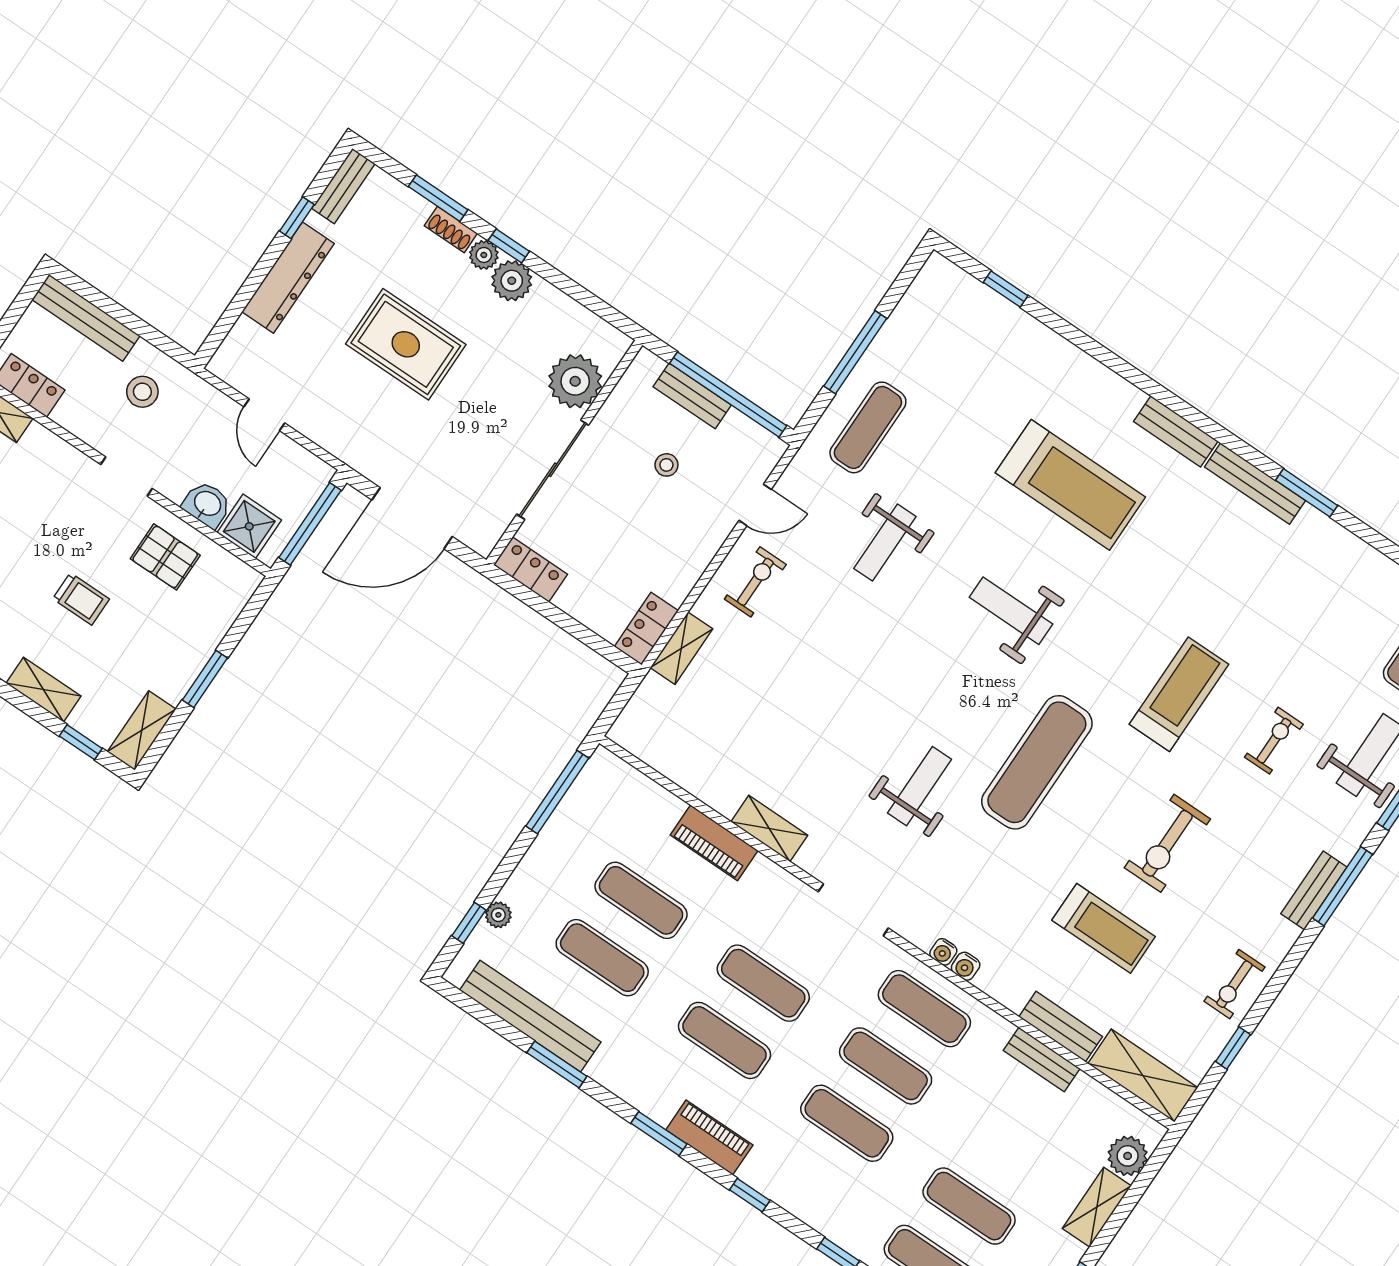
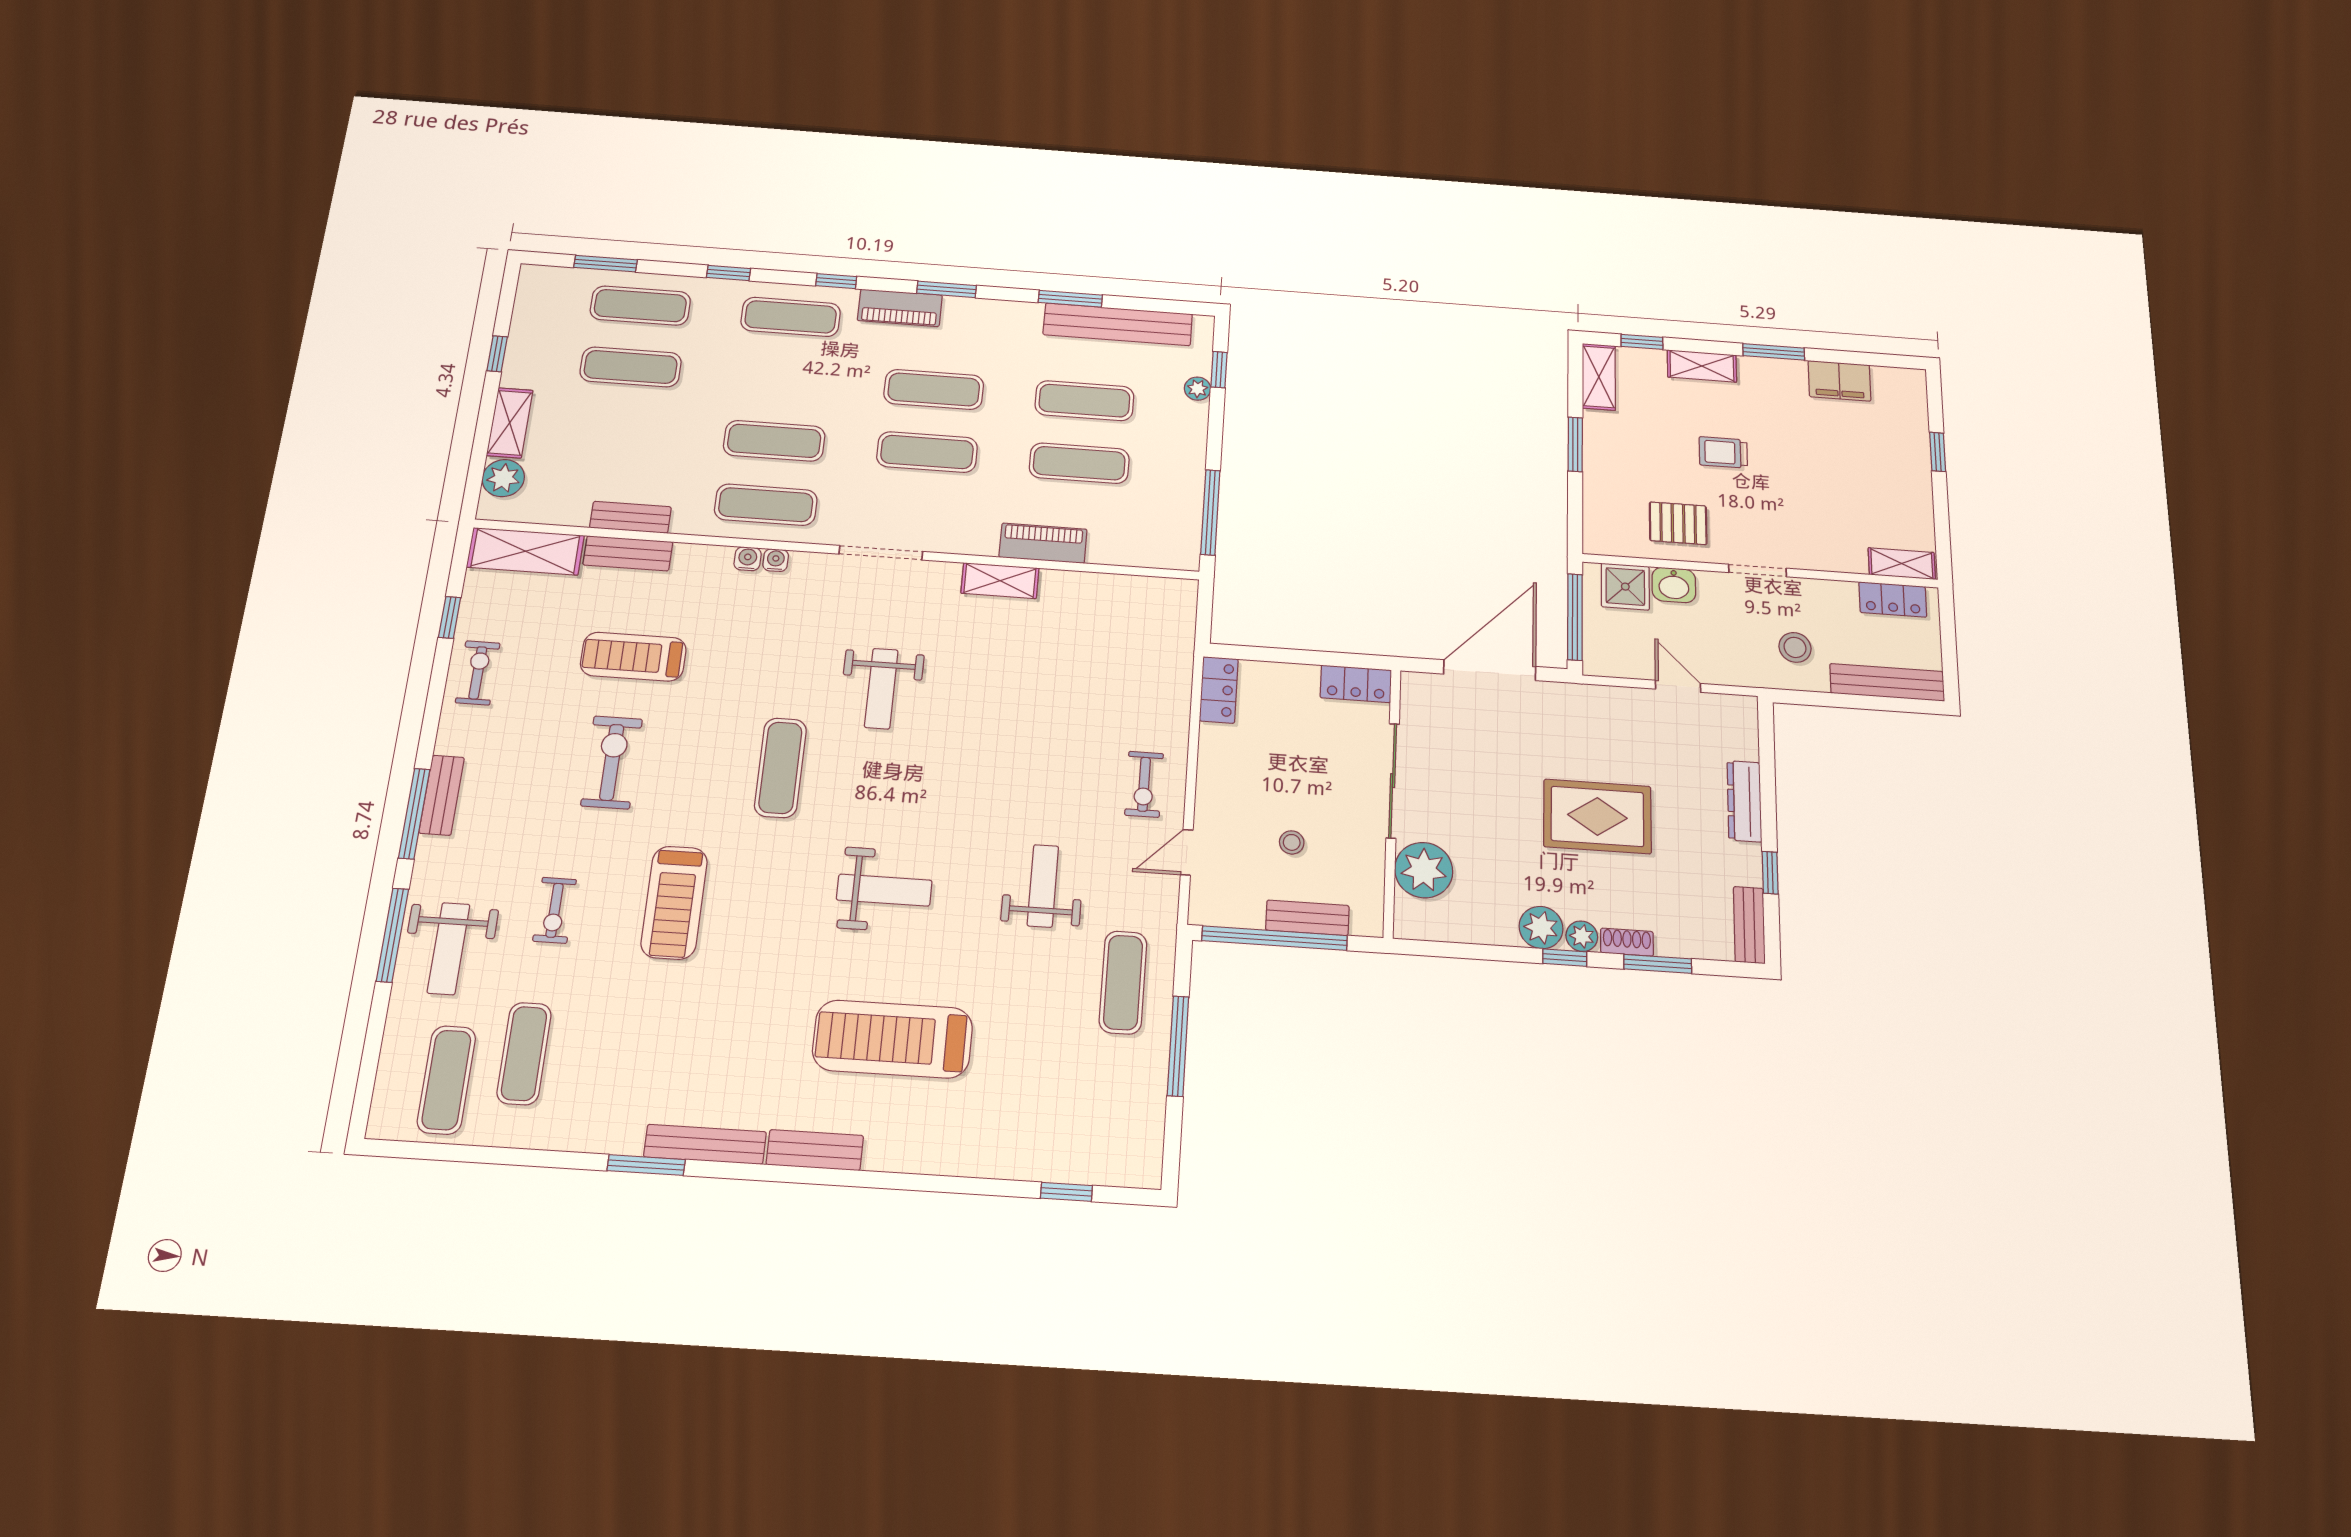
dresser: (288, 278) -> (1744, 801), width x0.73, depth x0.80
exercise mat: (1354, 635) -> (524, 1053), added
shelving: (681, 648) -> (1176, 690), removed
exercise mat: (1037, 762) -> (780, 768), width x0.73, depth x0.69
exercise mat: (847, 1123) -> (791, 317), moved

